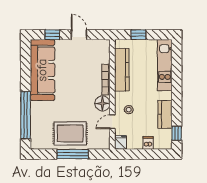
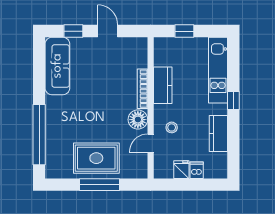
sofa: (42, 70) -> (57, 66), width x0.74, depth x0.79
kitchen counter: (122, 70) -> (163, 85), width x0.67
window: (177, 133) -> (233, 100), moved
fridge: (120, 142) -> (181, 170), moved

